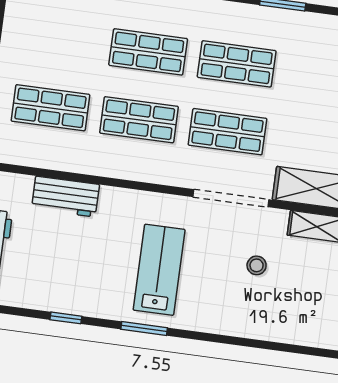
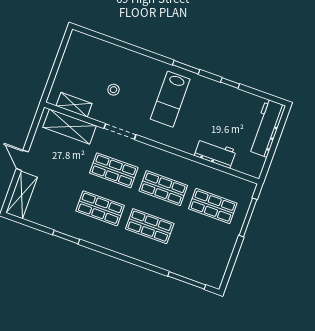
doorway: (231, 198) -> (120, 132), width x0.73

